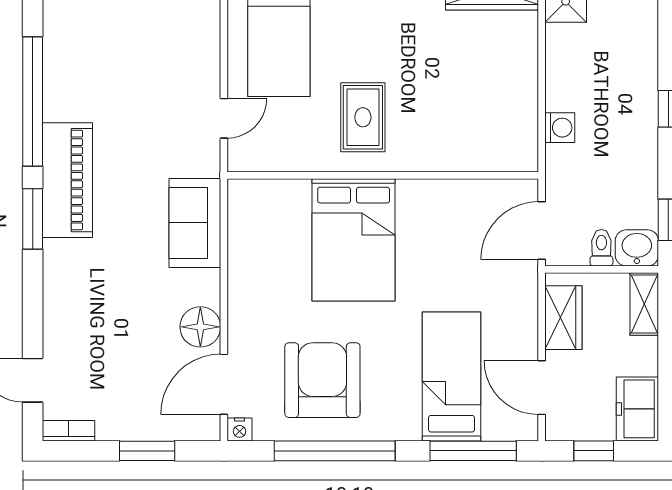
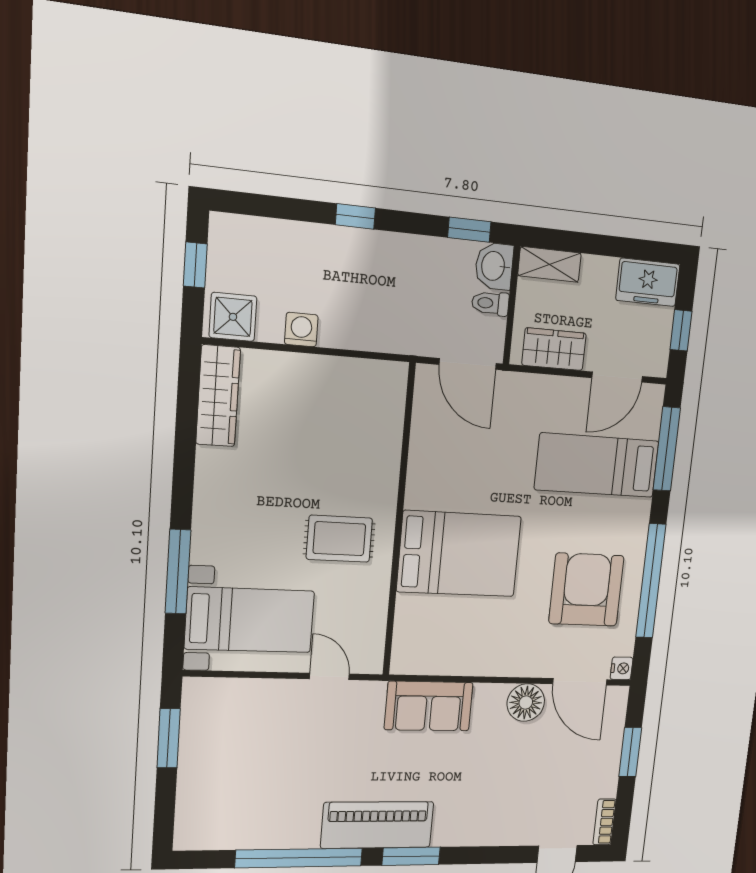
washing machine: (560, 128) -> (301, 330), moved
armchair: (322, 380) -> (586, 590), turned 90

